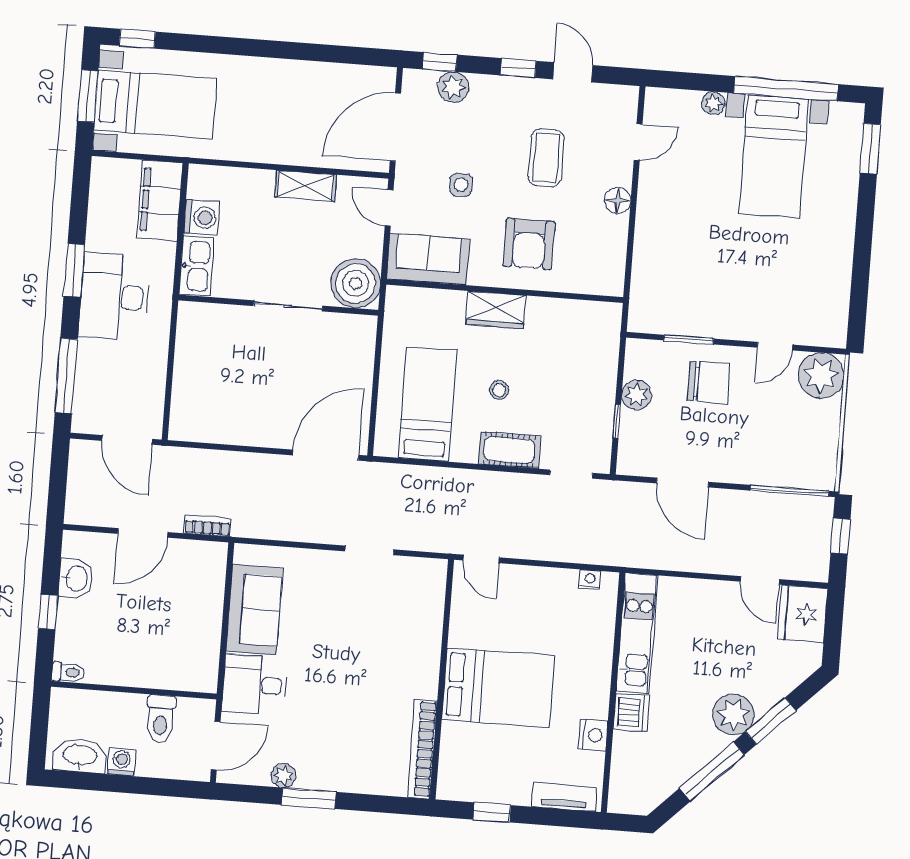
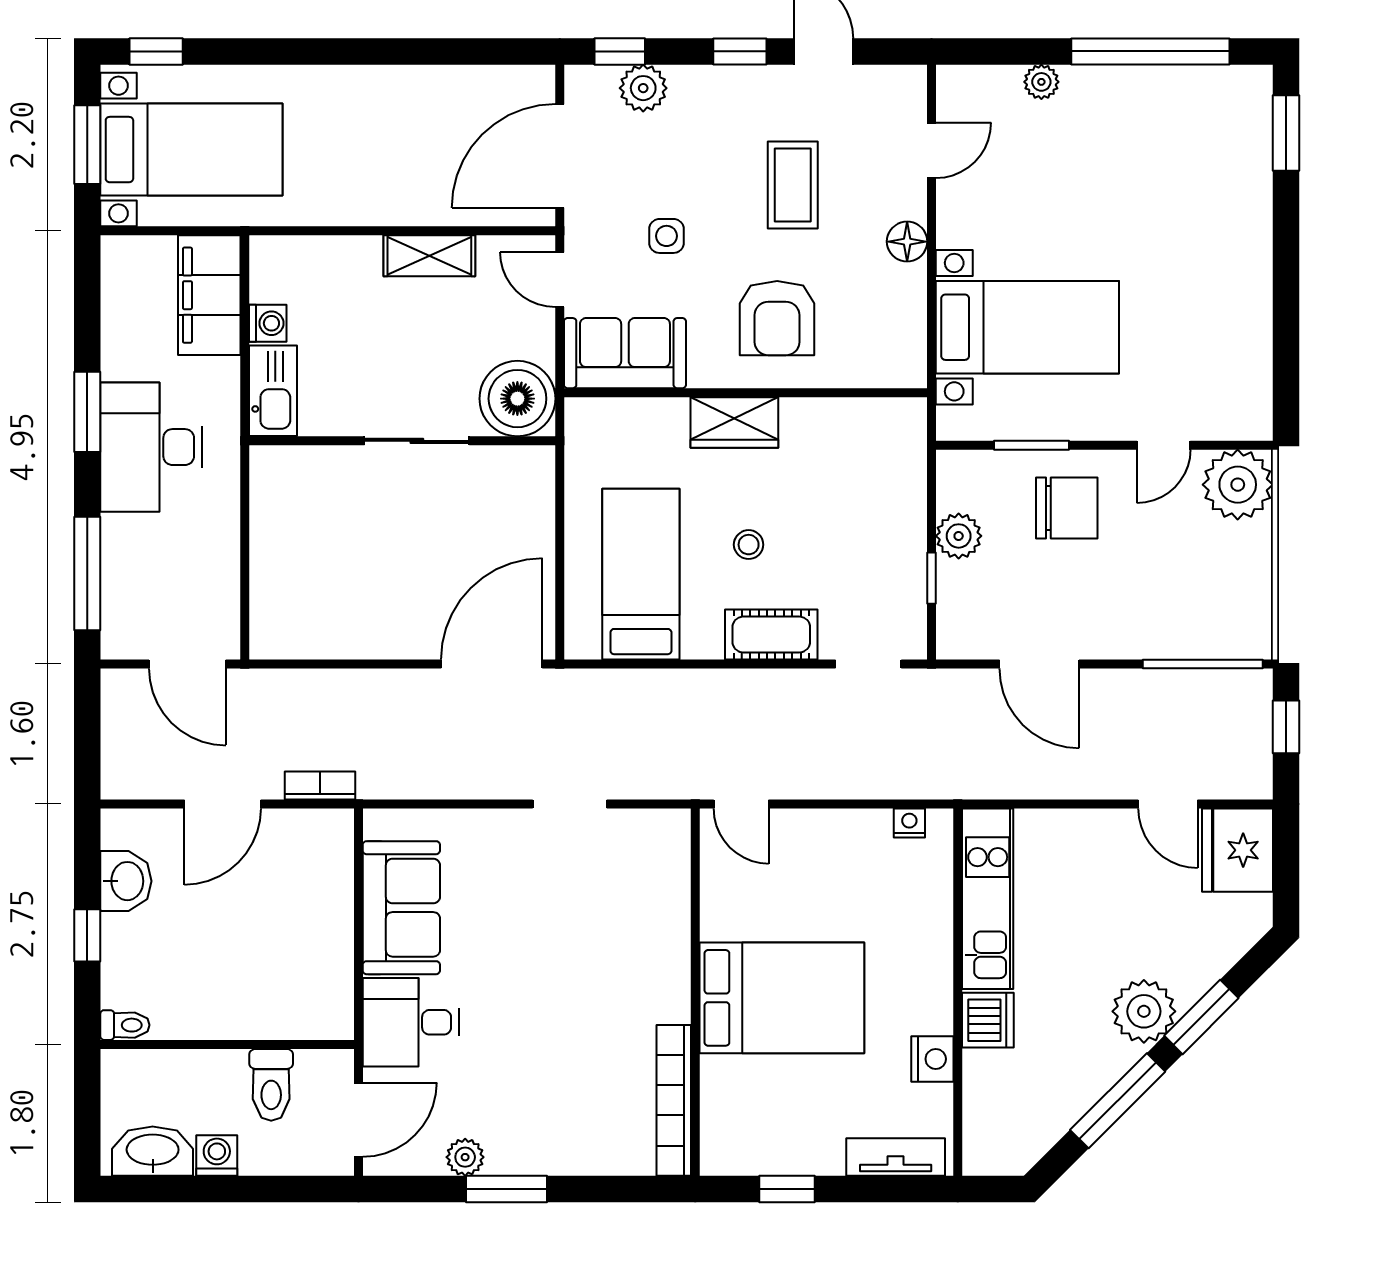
bed with nightstands: (774, 156) -> (1027, 327), moved, turned -90
washing machine: (201, 217) -> (268, 323), width x0.73, depth x0.73

